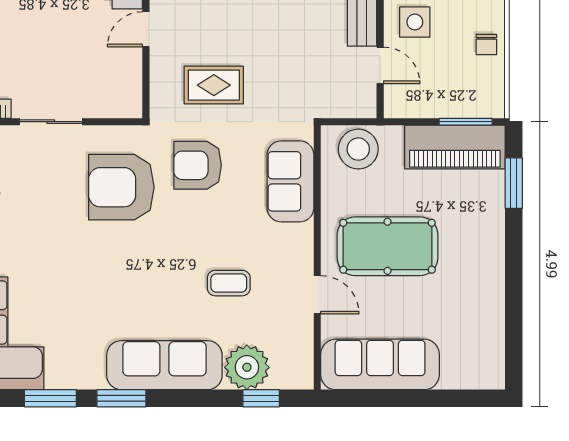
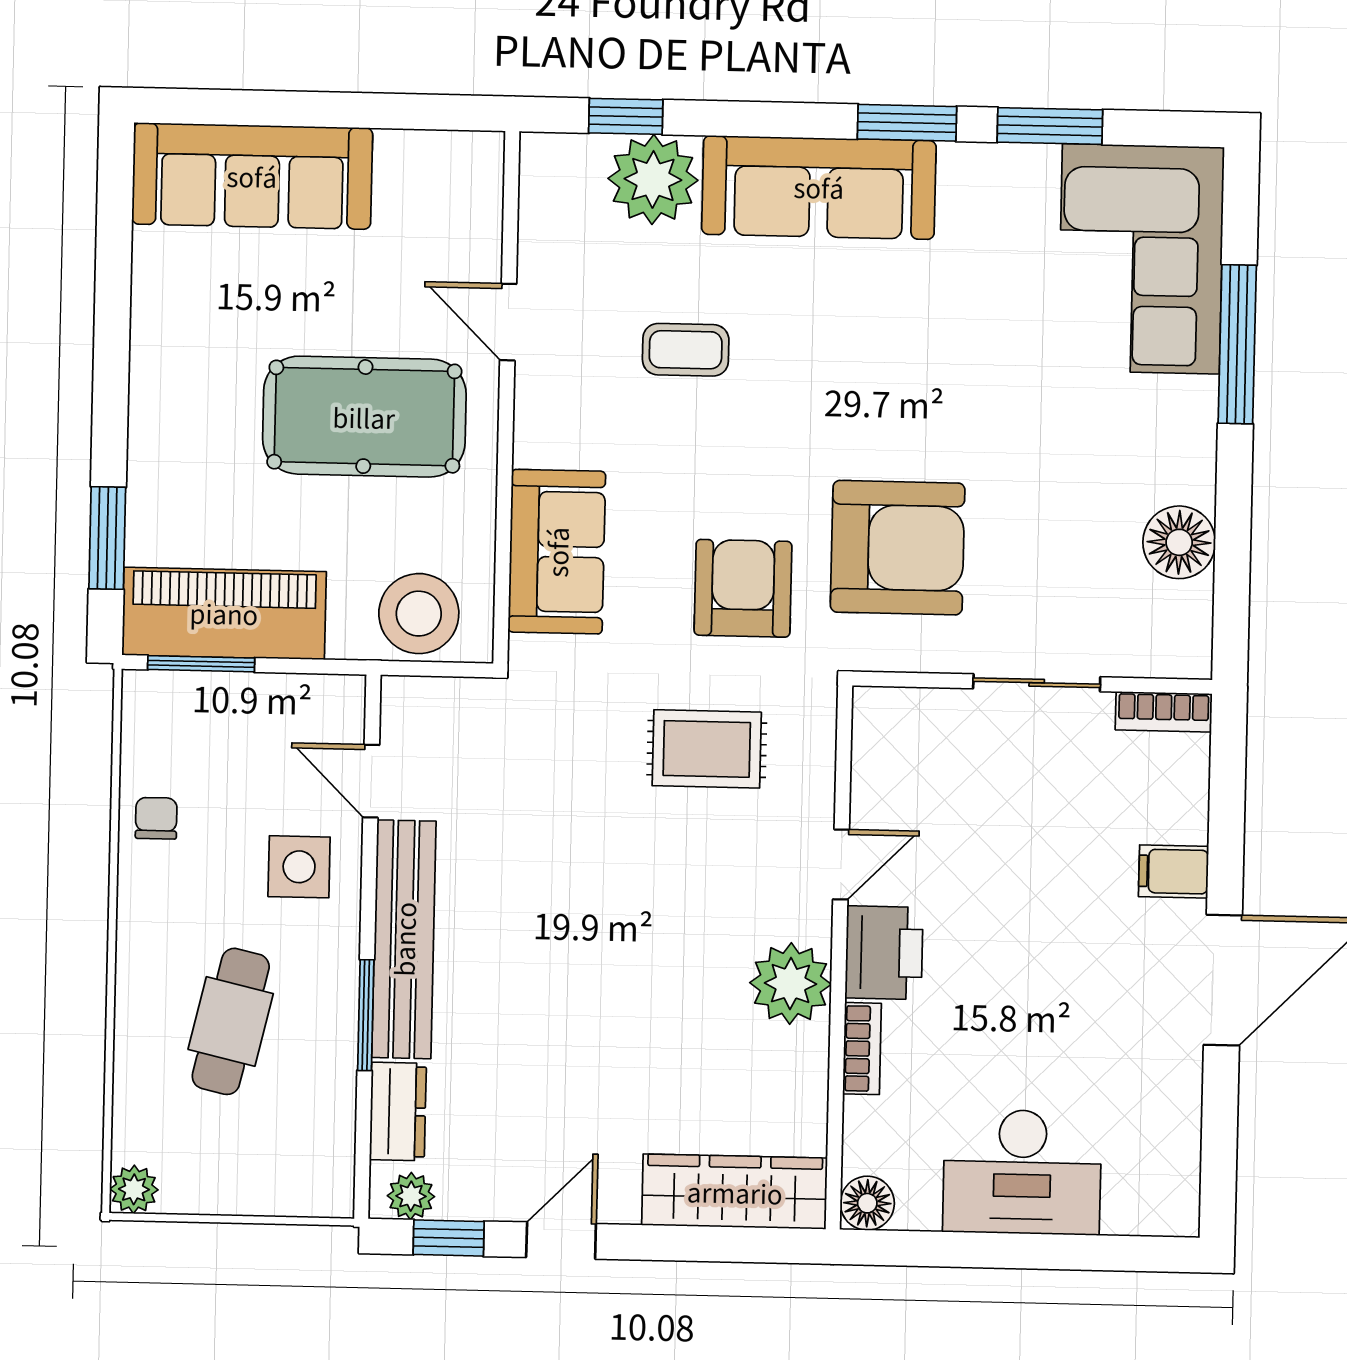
armchair: (198, 165) -> (743, 588), turned -90
sofa: (380, 364) -> (252, 176), moved

